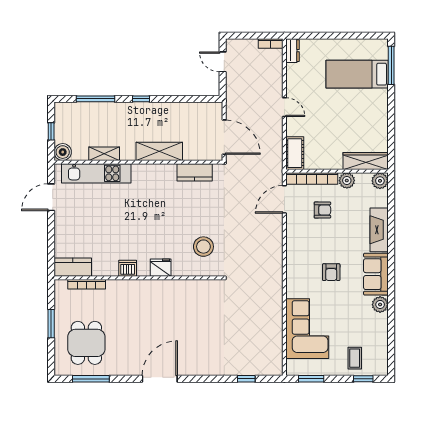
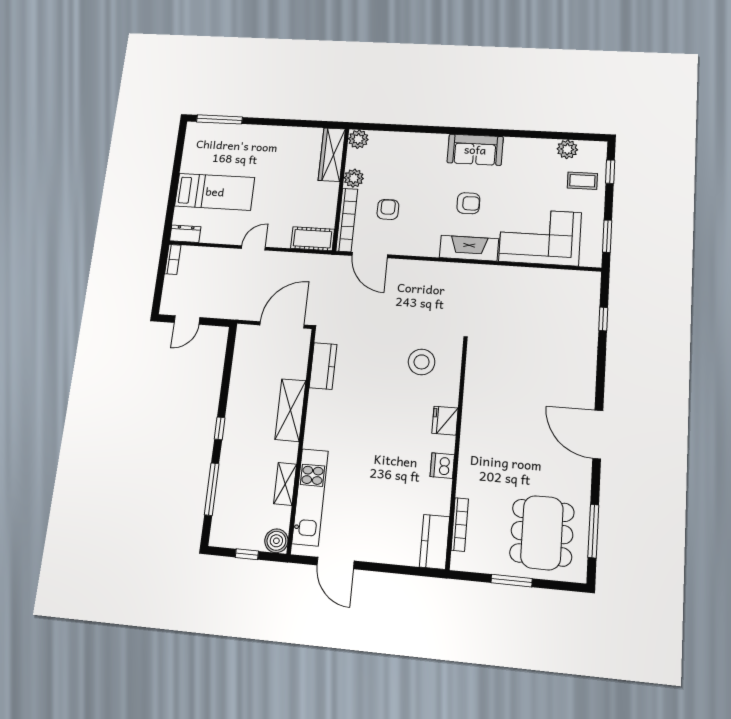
bed: (357, 74) -> (215, 192), moved, turned -90
fireplace: (379, 230) -> (469, 248), moved, turned 180
plant: (380, 304) -> (567, 149), moved
dining table: (86, 343) -> (542, 533), width x1.38

